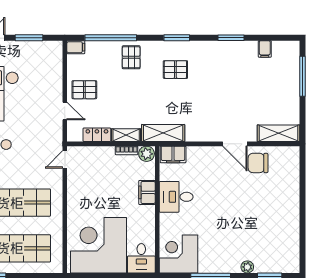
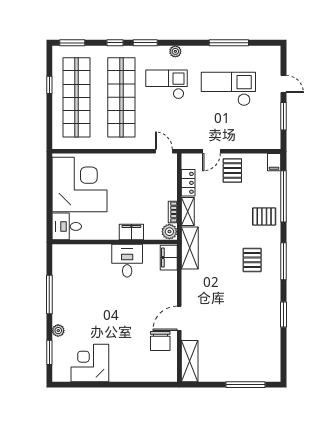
window: (177, 38) -> (283, 261), width x1.44
filing cabinet: (265, 49) -> (272, 348), removed
chair: (258, 163) -> (160, 341), turned 180
corner desk: (179, 254) -> (90, 363), moved, turned -90

